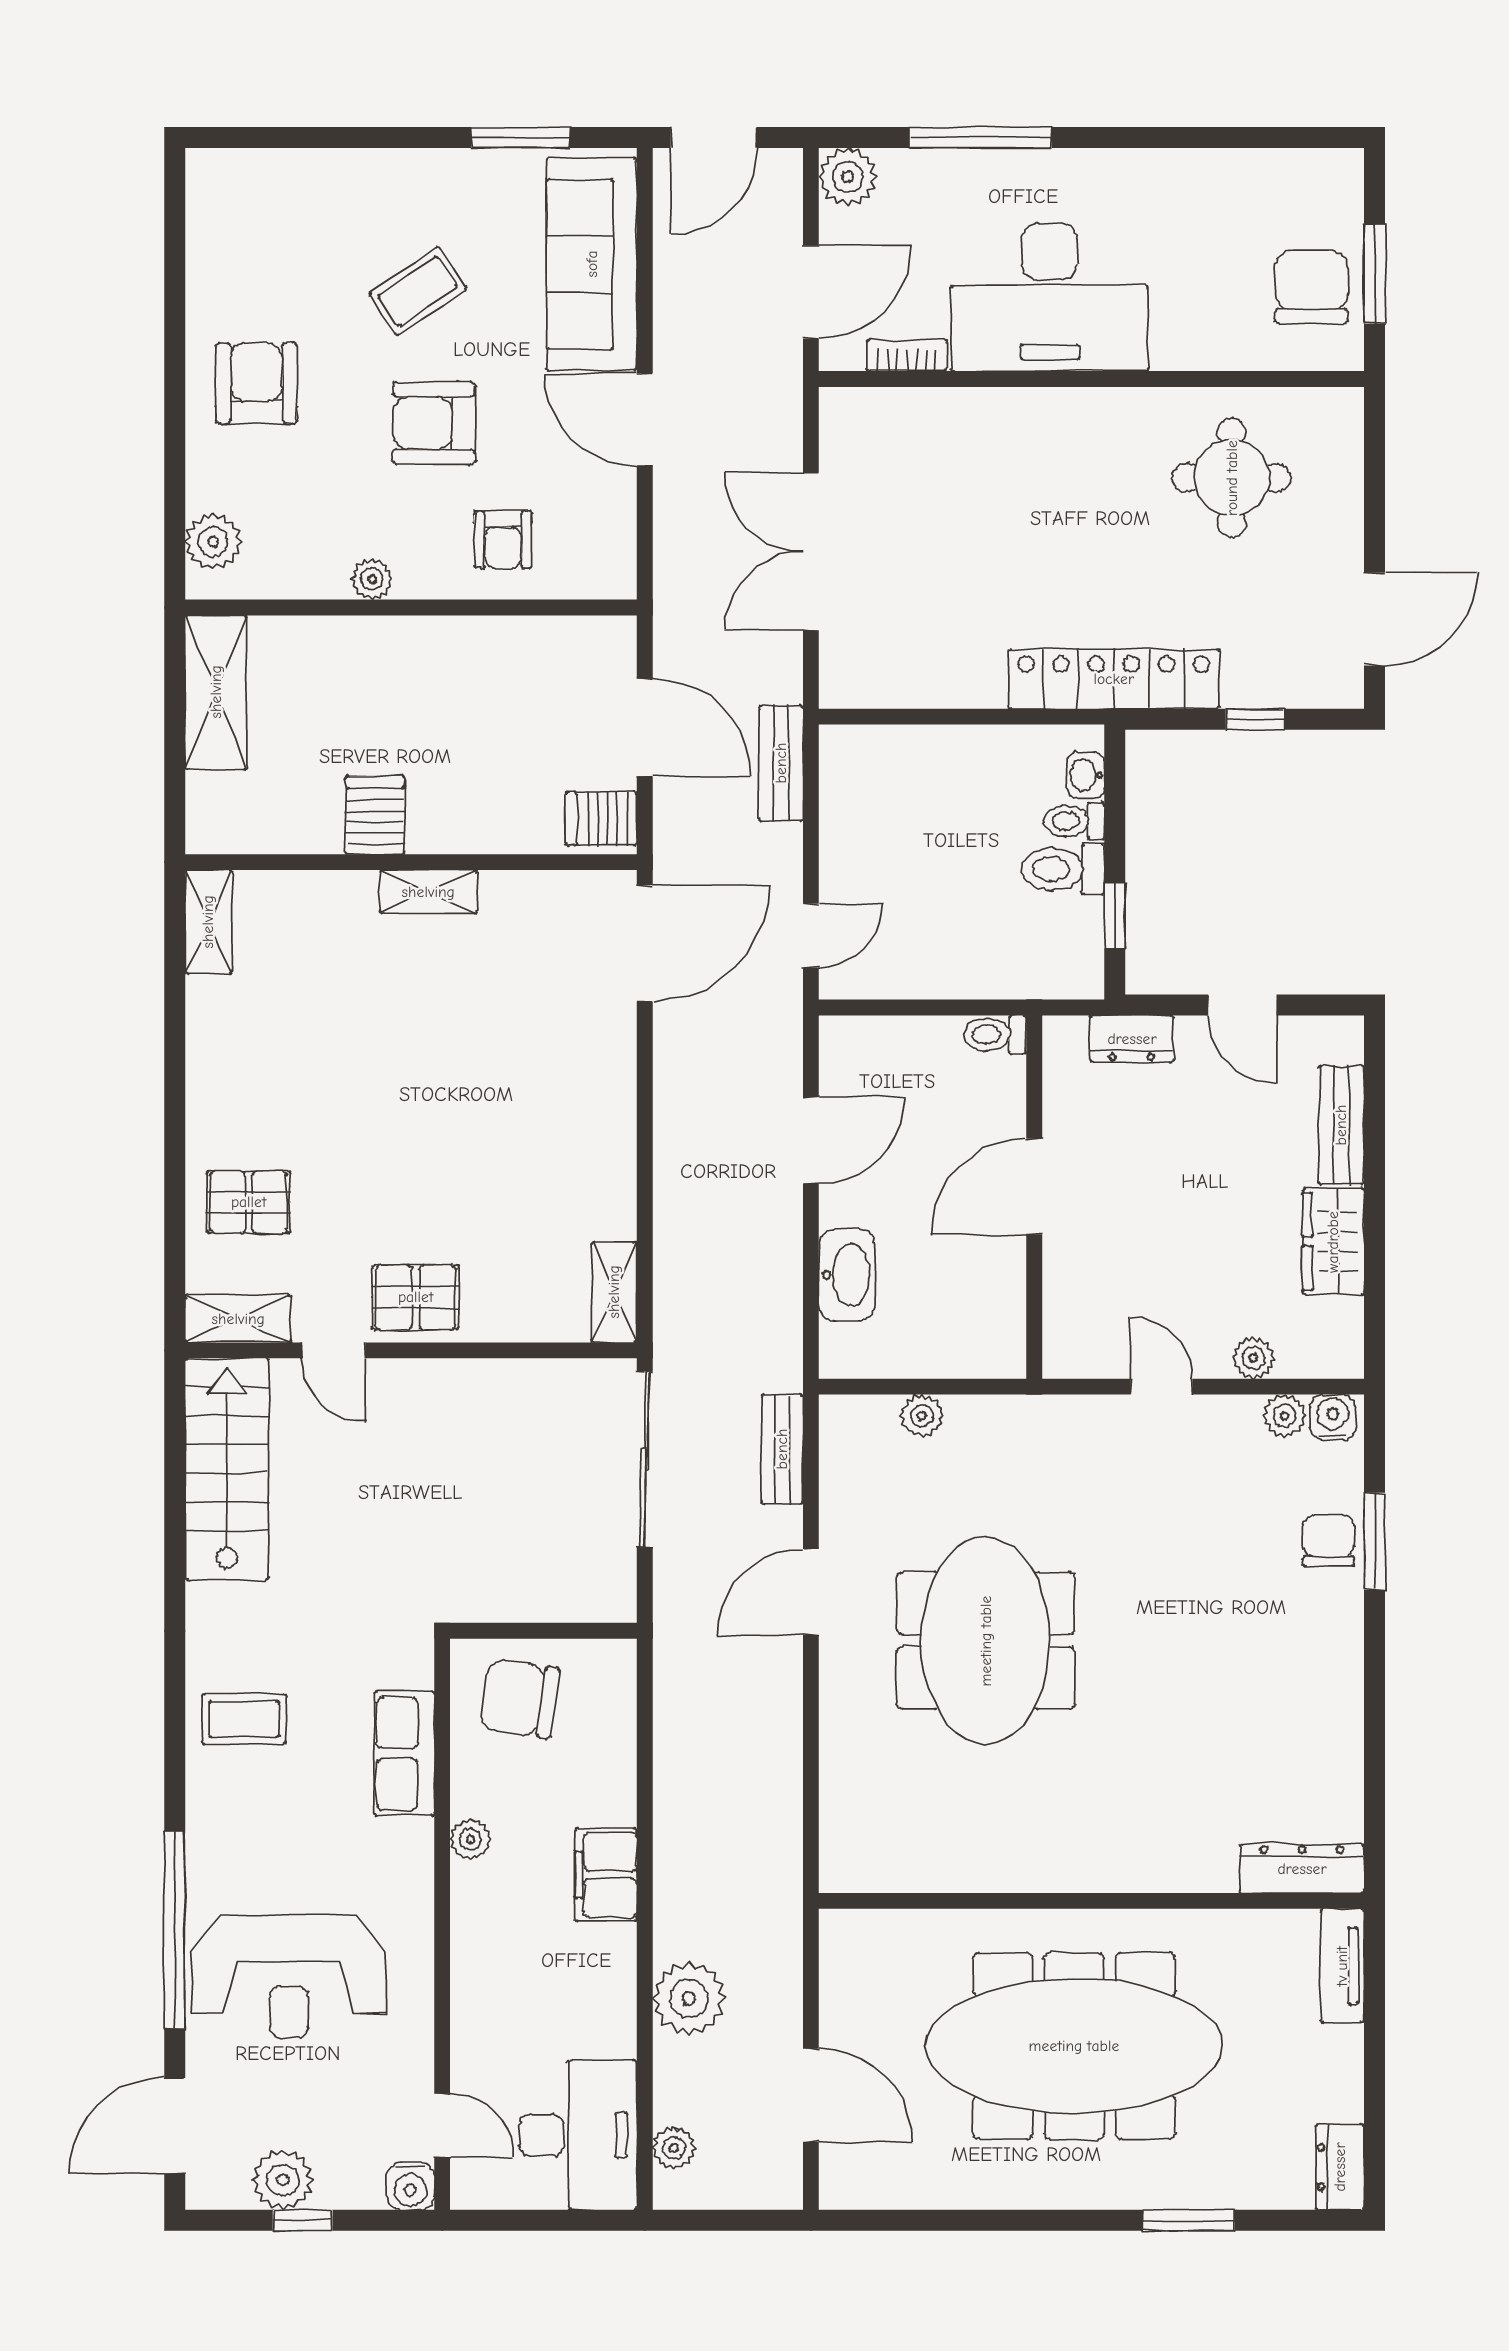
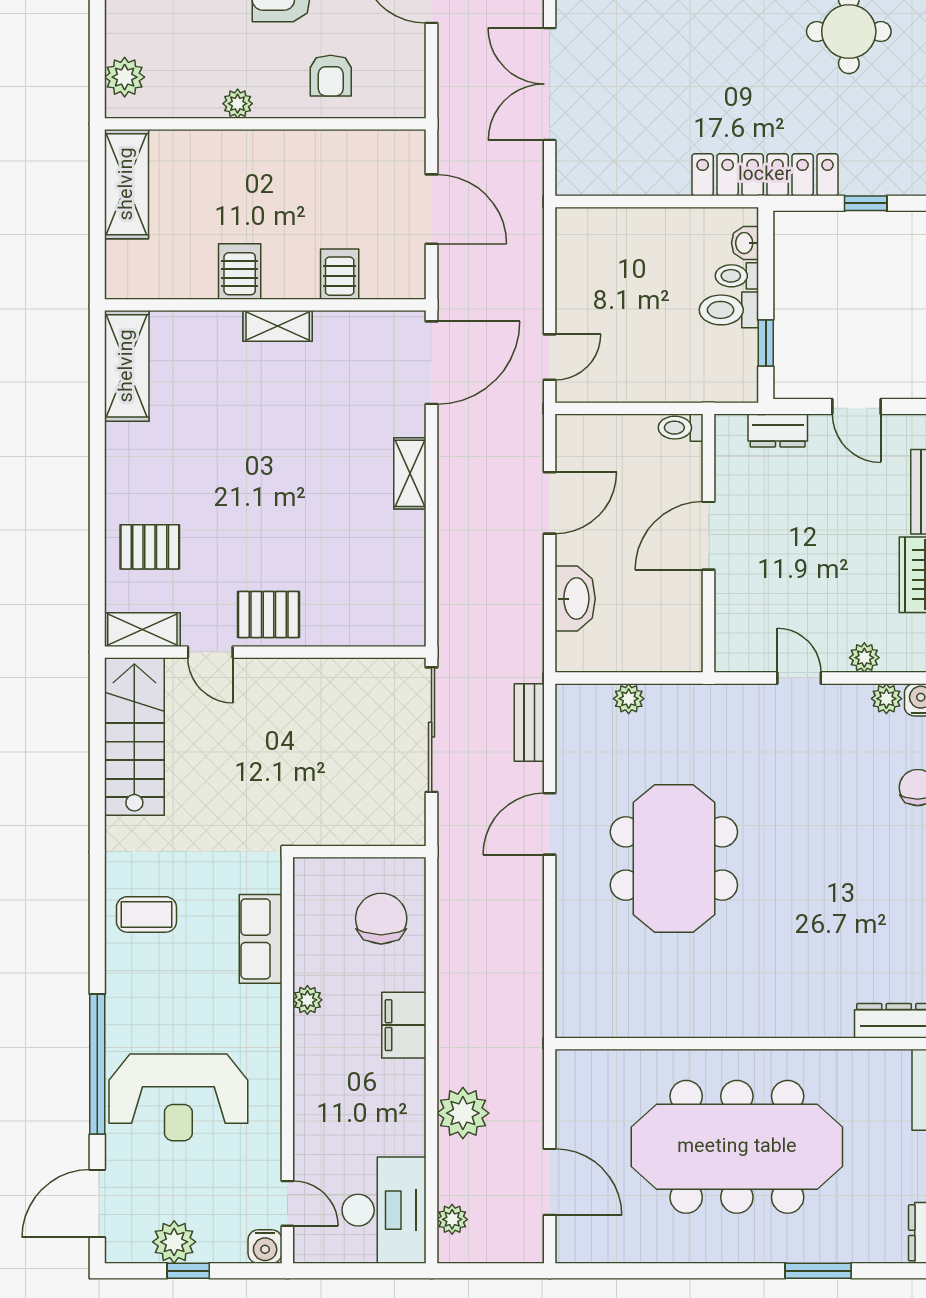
bench: (781, 763) -> (528, 235), removed
server rack: (601, 819) -> (340, 274), moved, turned 90
shelving: (208, 922) -> (127, 366), width x1.50, depth x1.33
shelving: (614, 1292) -> (410, 473), moved
chair: (520, 1699) -> (381, 919), moved, turned 82

